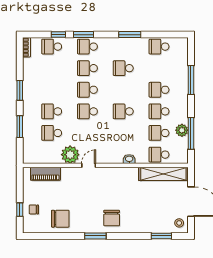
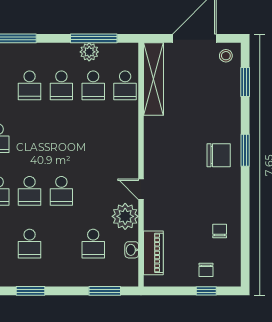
school desk: (52, 111) -> (30, 244), moved
school desk: (123, 111) -> (61, 138), removed
window: (20, 127) -> (105, 291), moved
washbasin: (129, 159) -> (132, 250), moved
chair: (60, 219) -> (220, 231), width x0.54, depth x0.54
window: (95, 236) -> (245, 150), moved

